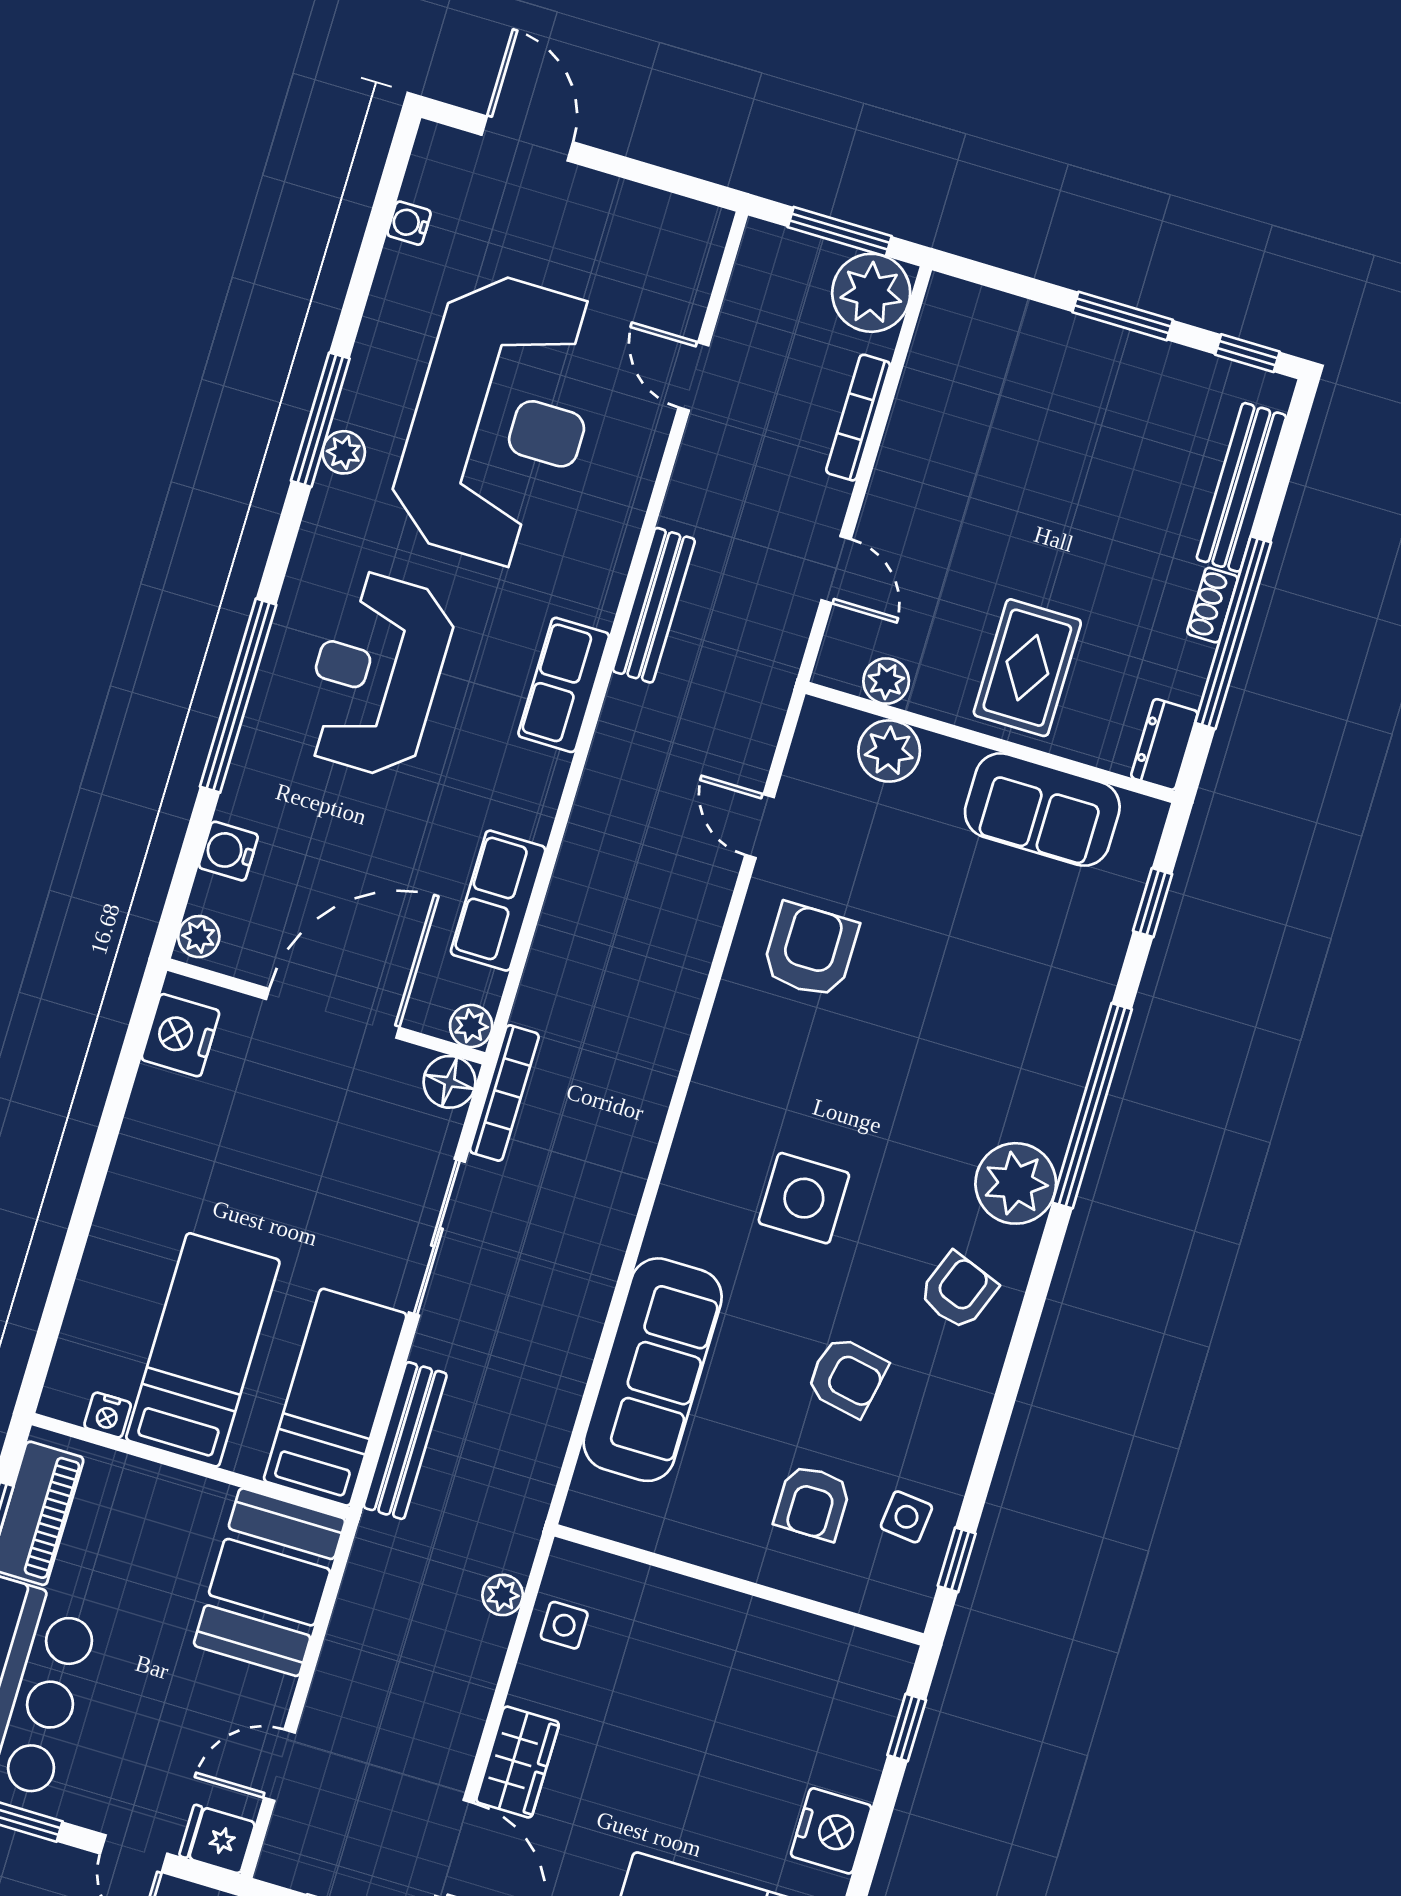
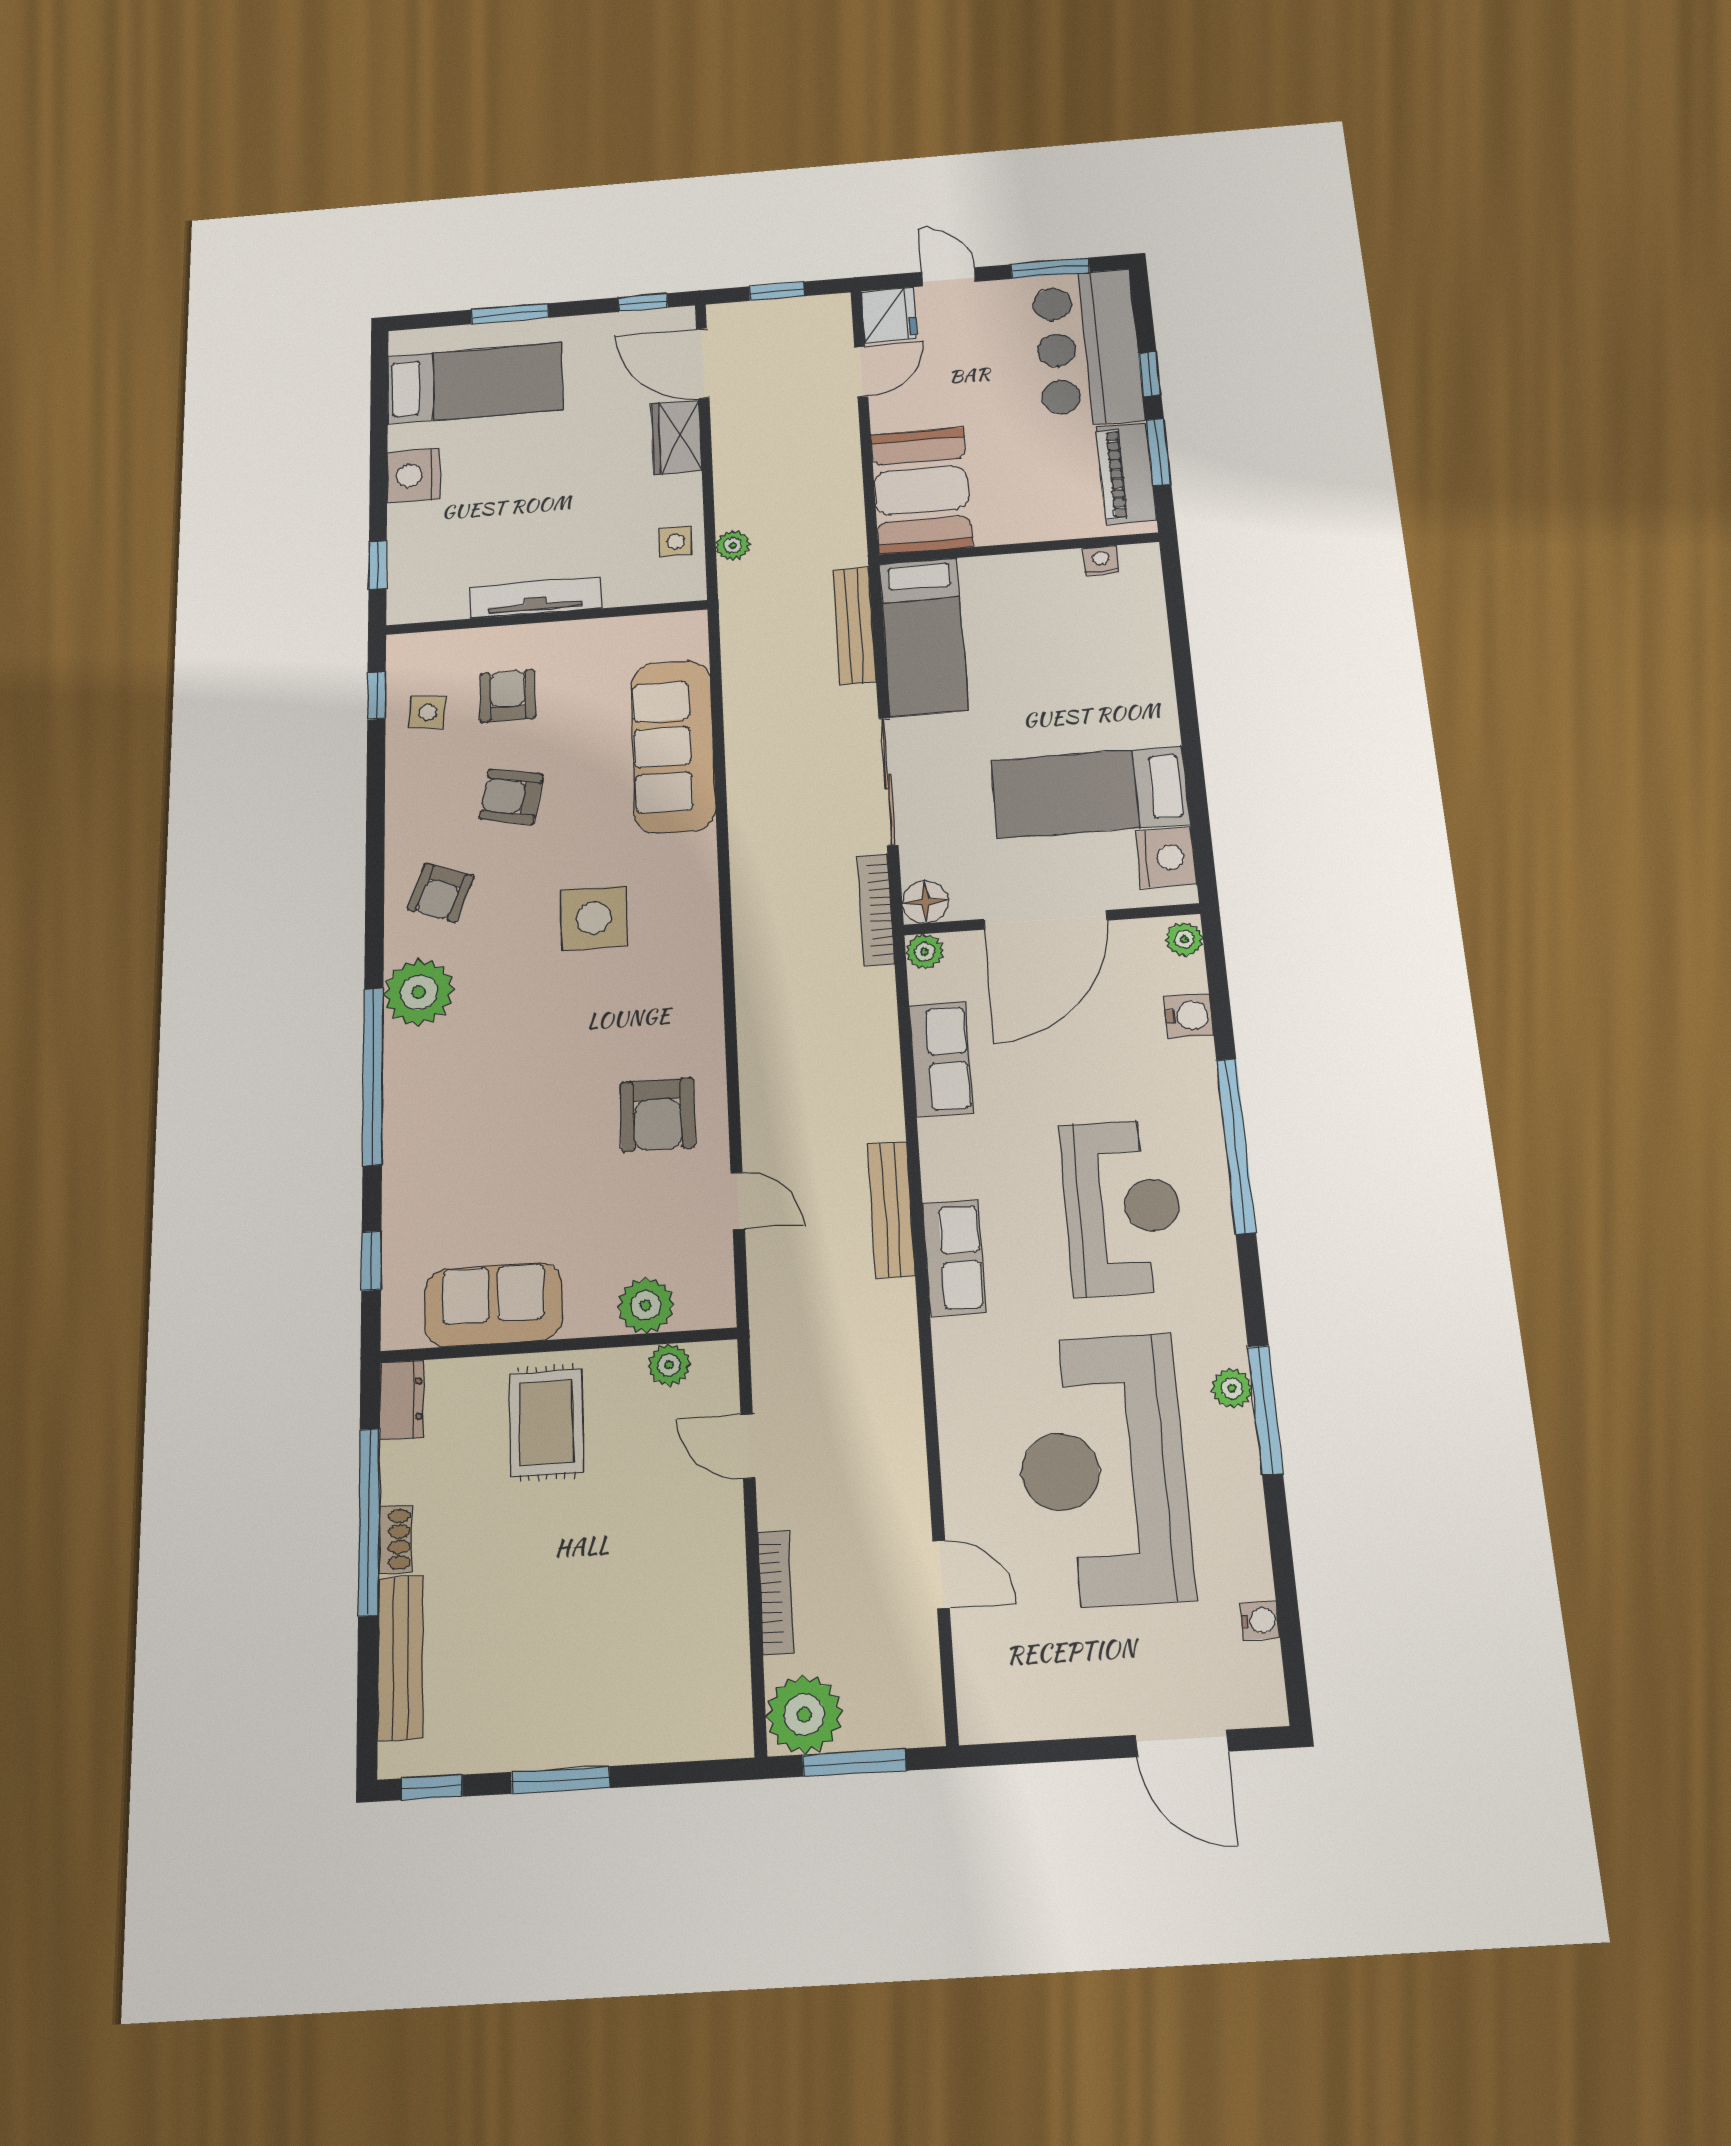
bench: (654, 605) -> (891, 1209), moved
bed: (203, 1350) -> (1090, 792), moved, turned 90
tv unit: (743, 1615) -> (535, 598), added
fridge: (217, 1839) -> (889, 315), width x1.38

